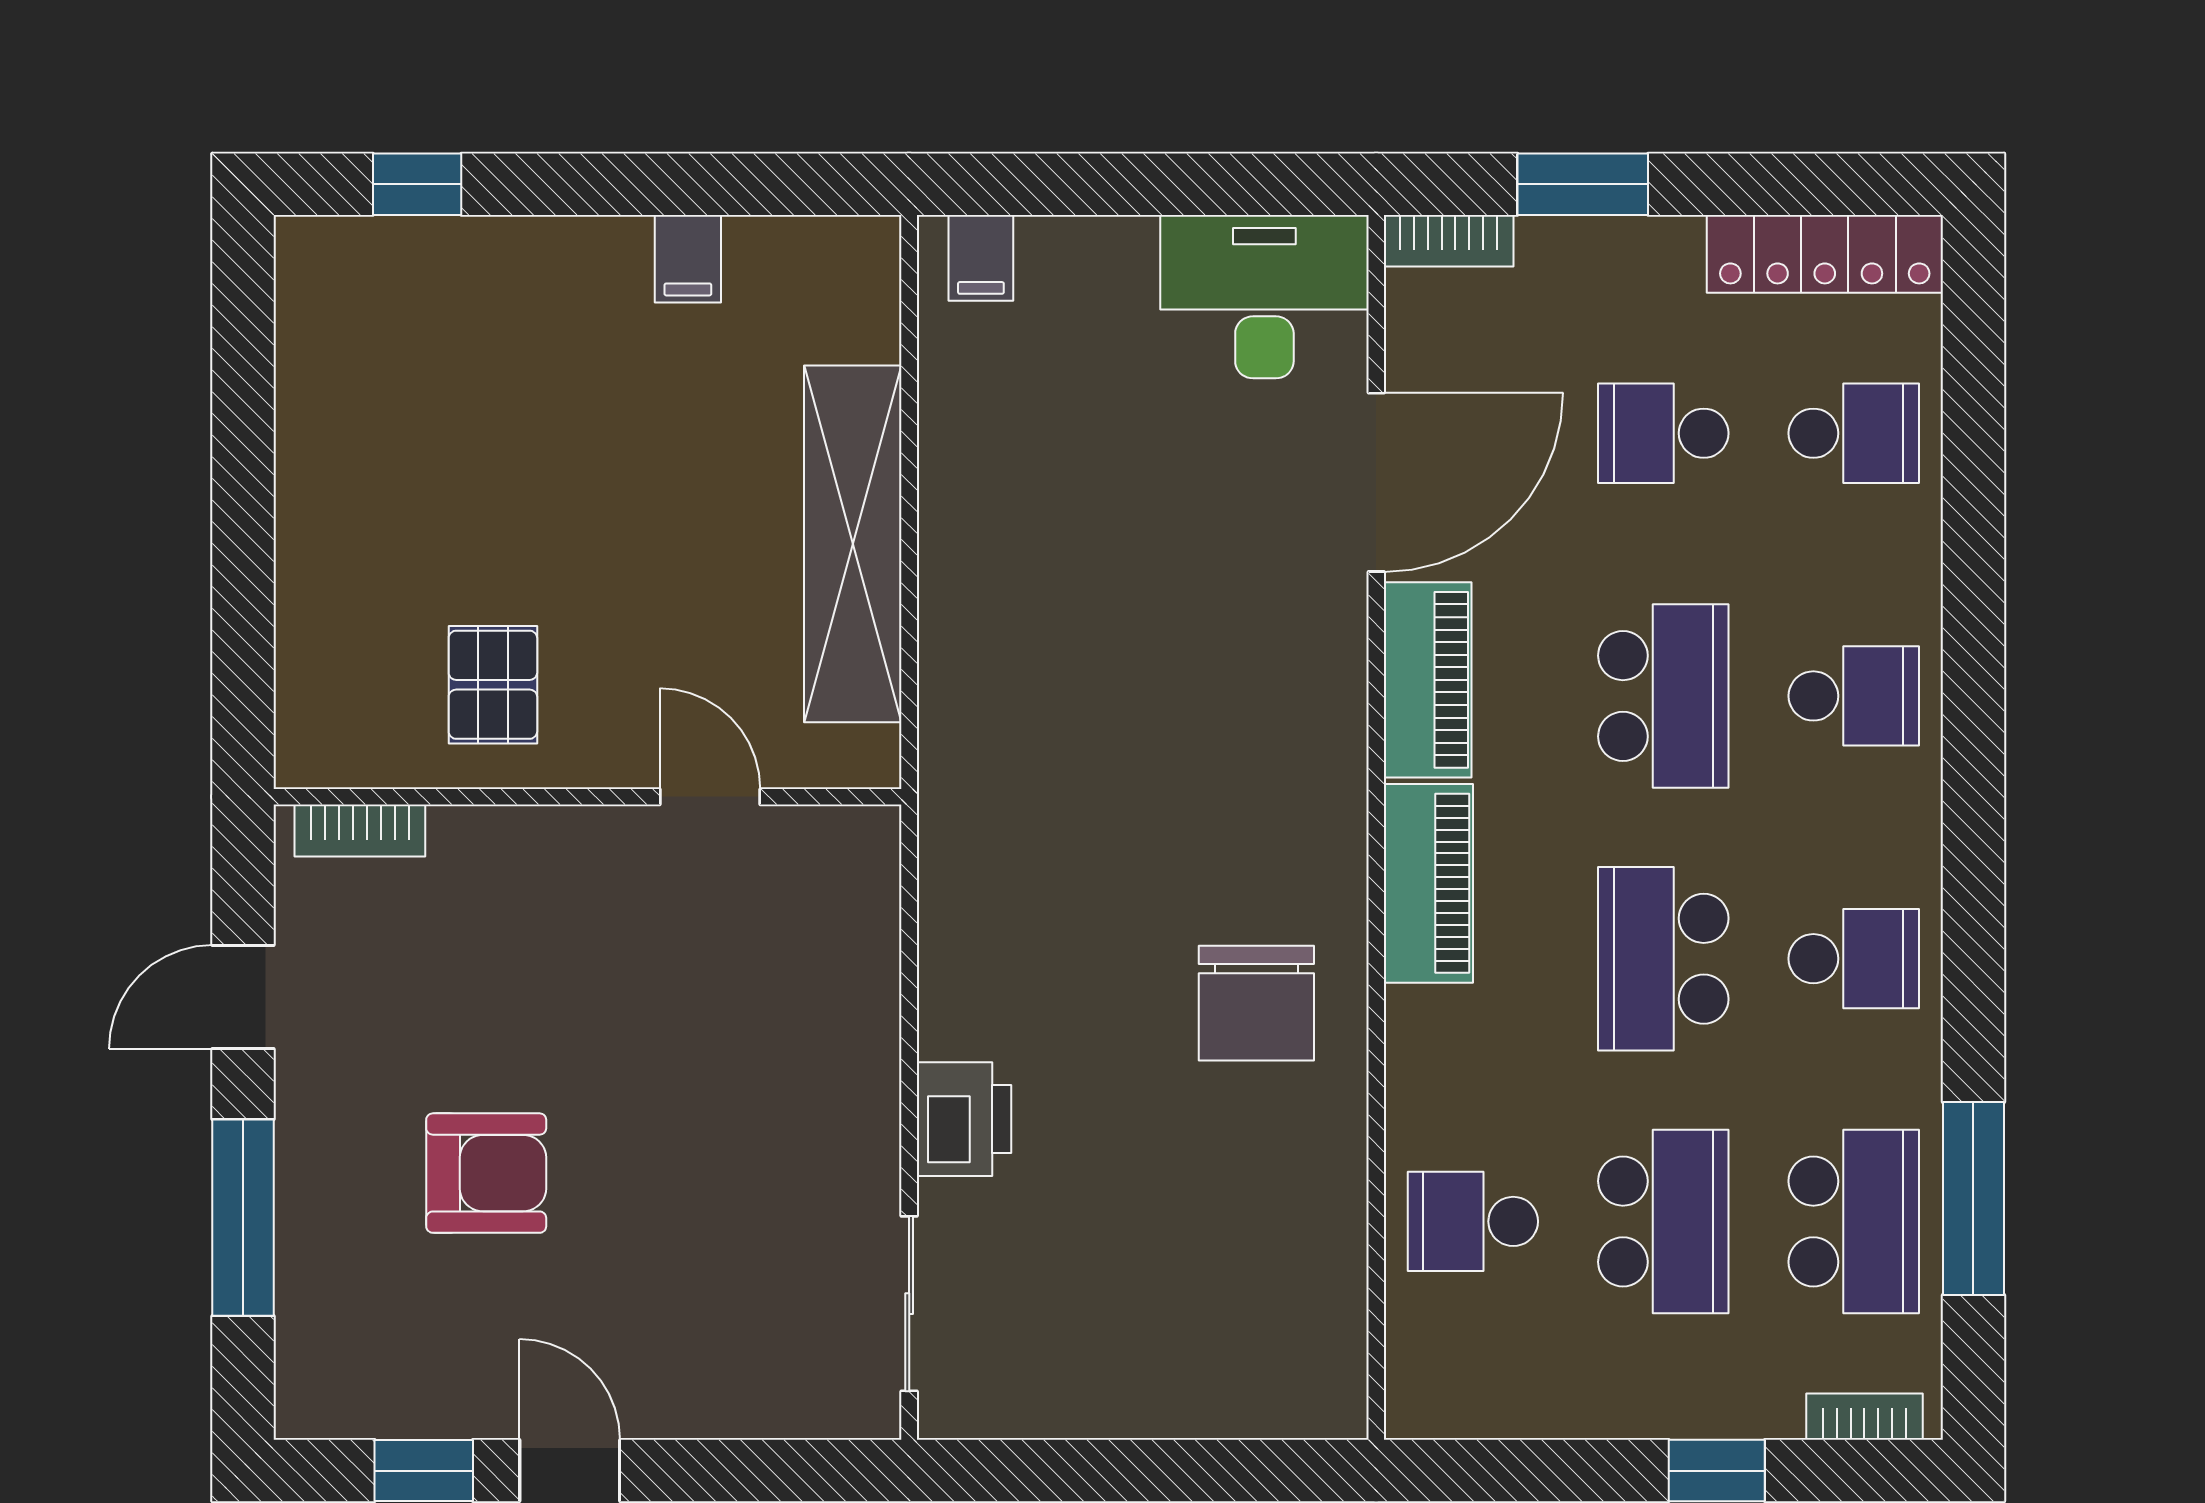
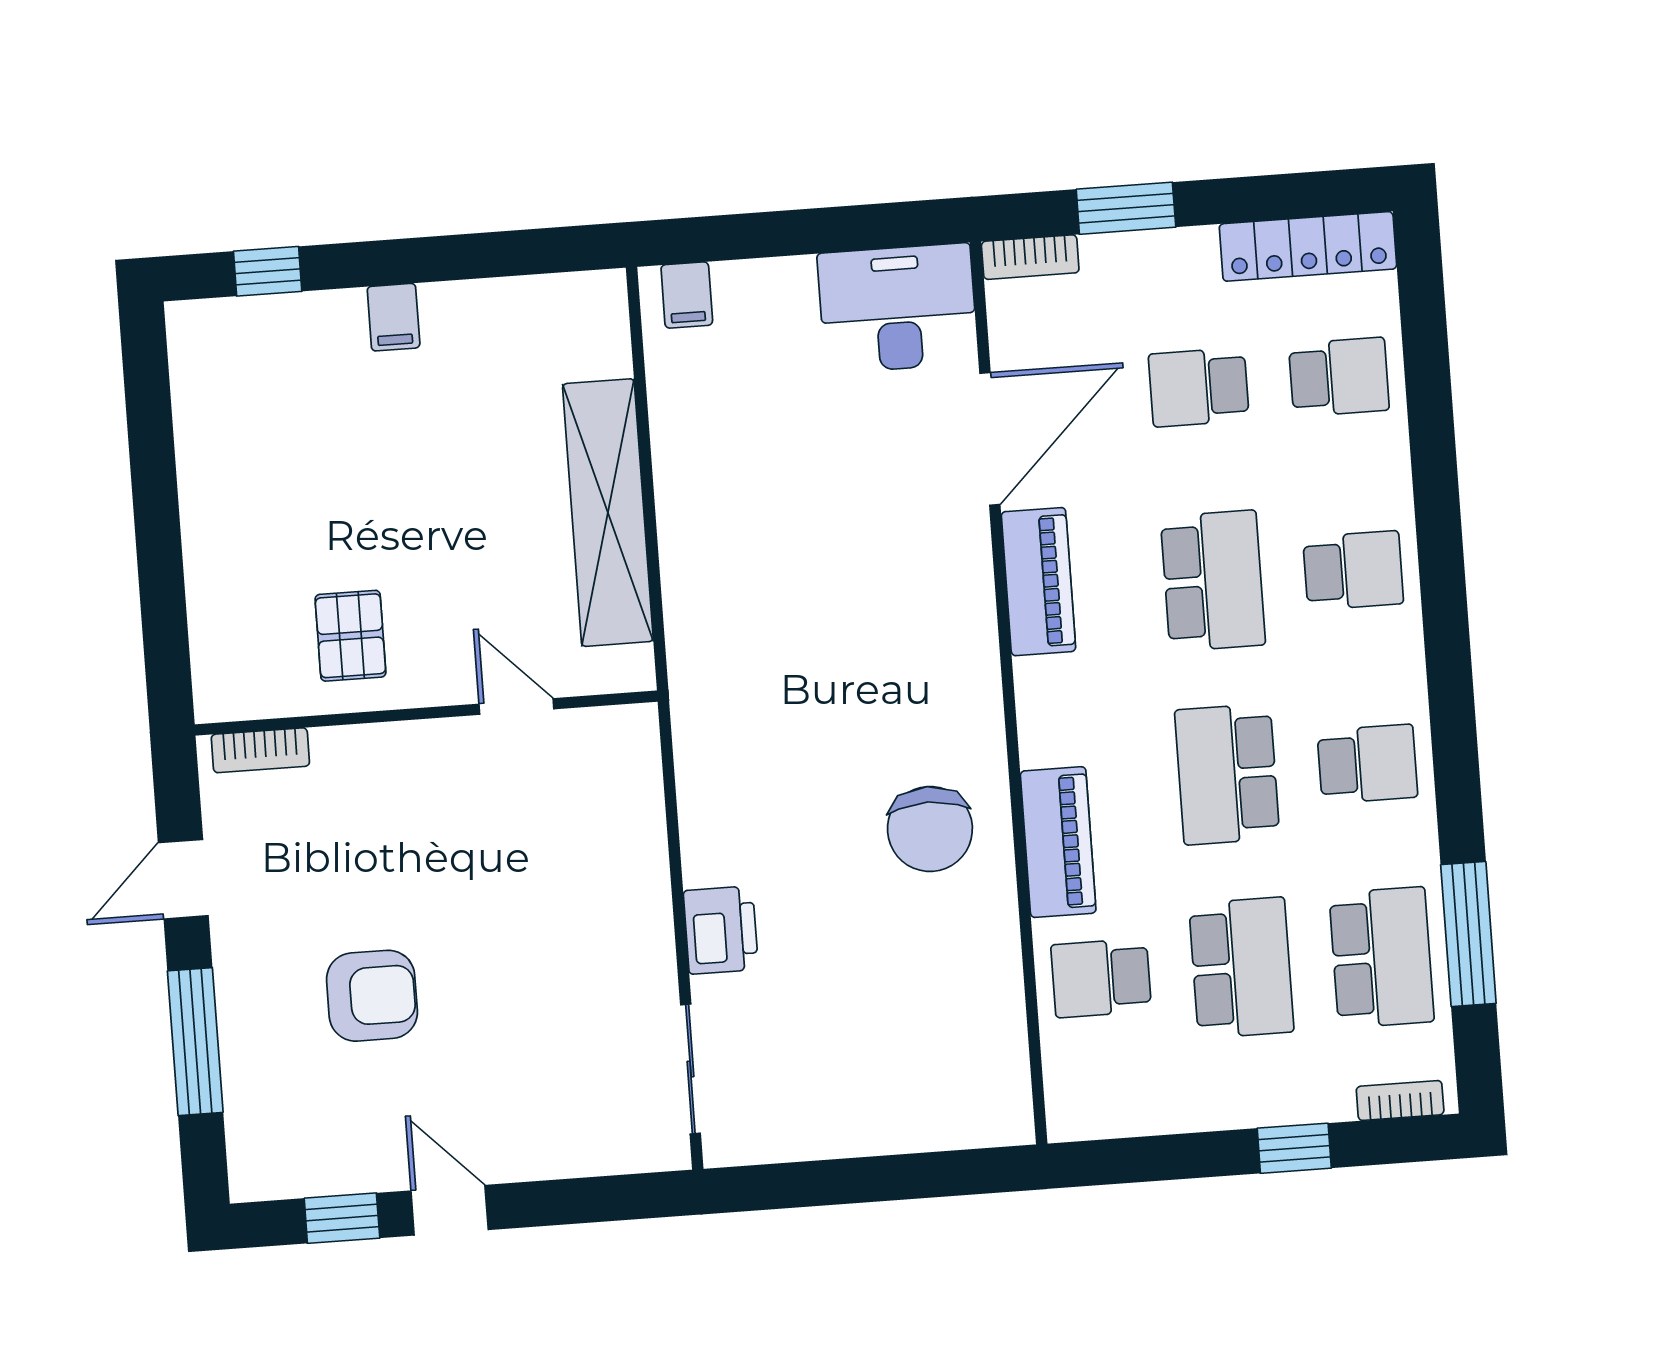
filing cabinet: (688, 259) -> (394, 317), moved
piano: (1428, 883) -> (1058, 842), moved

